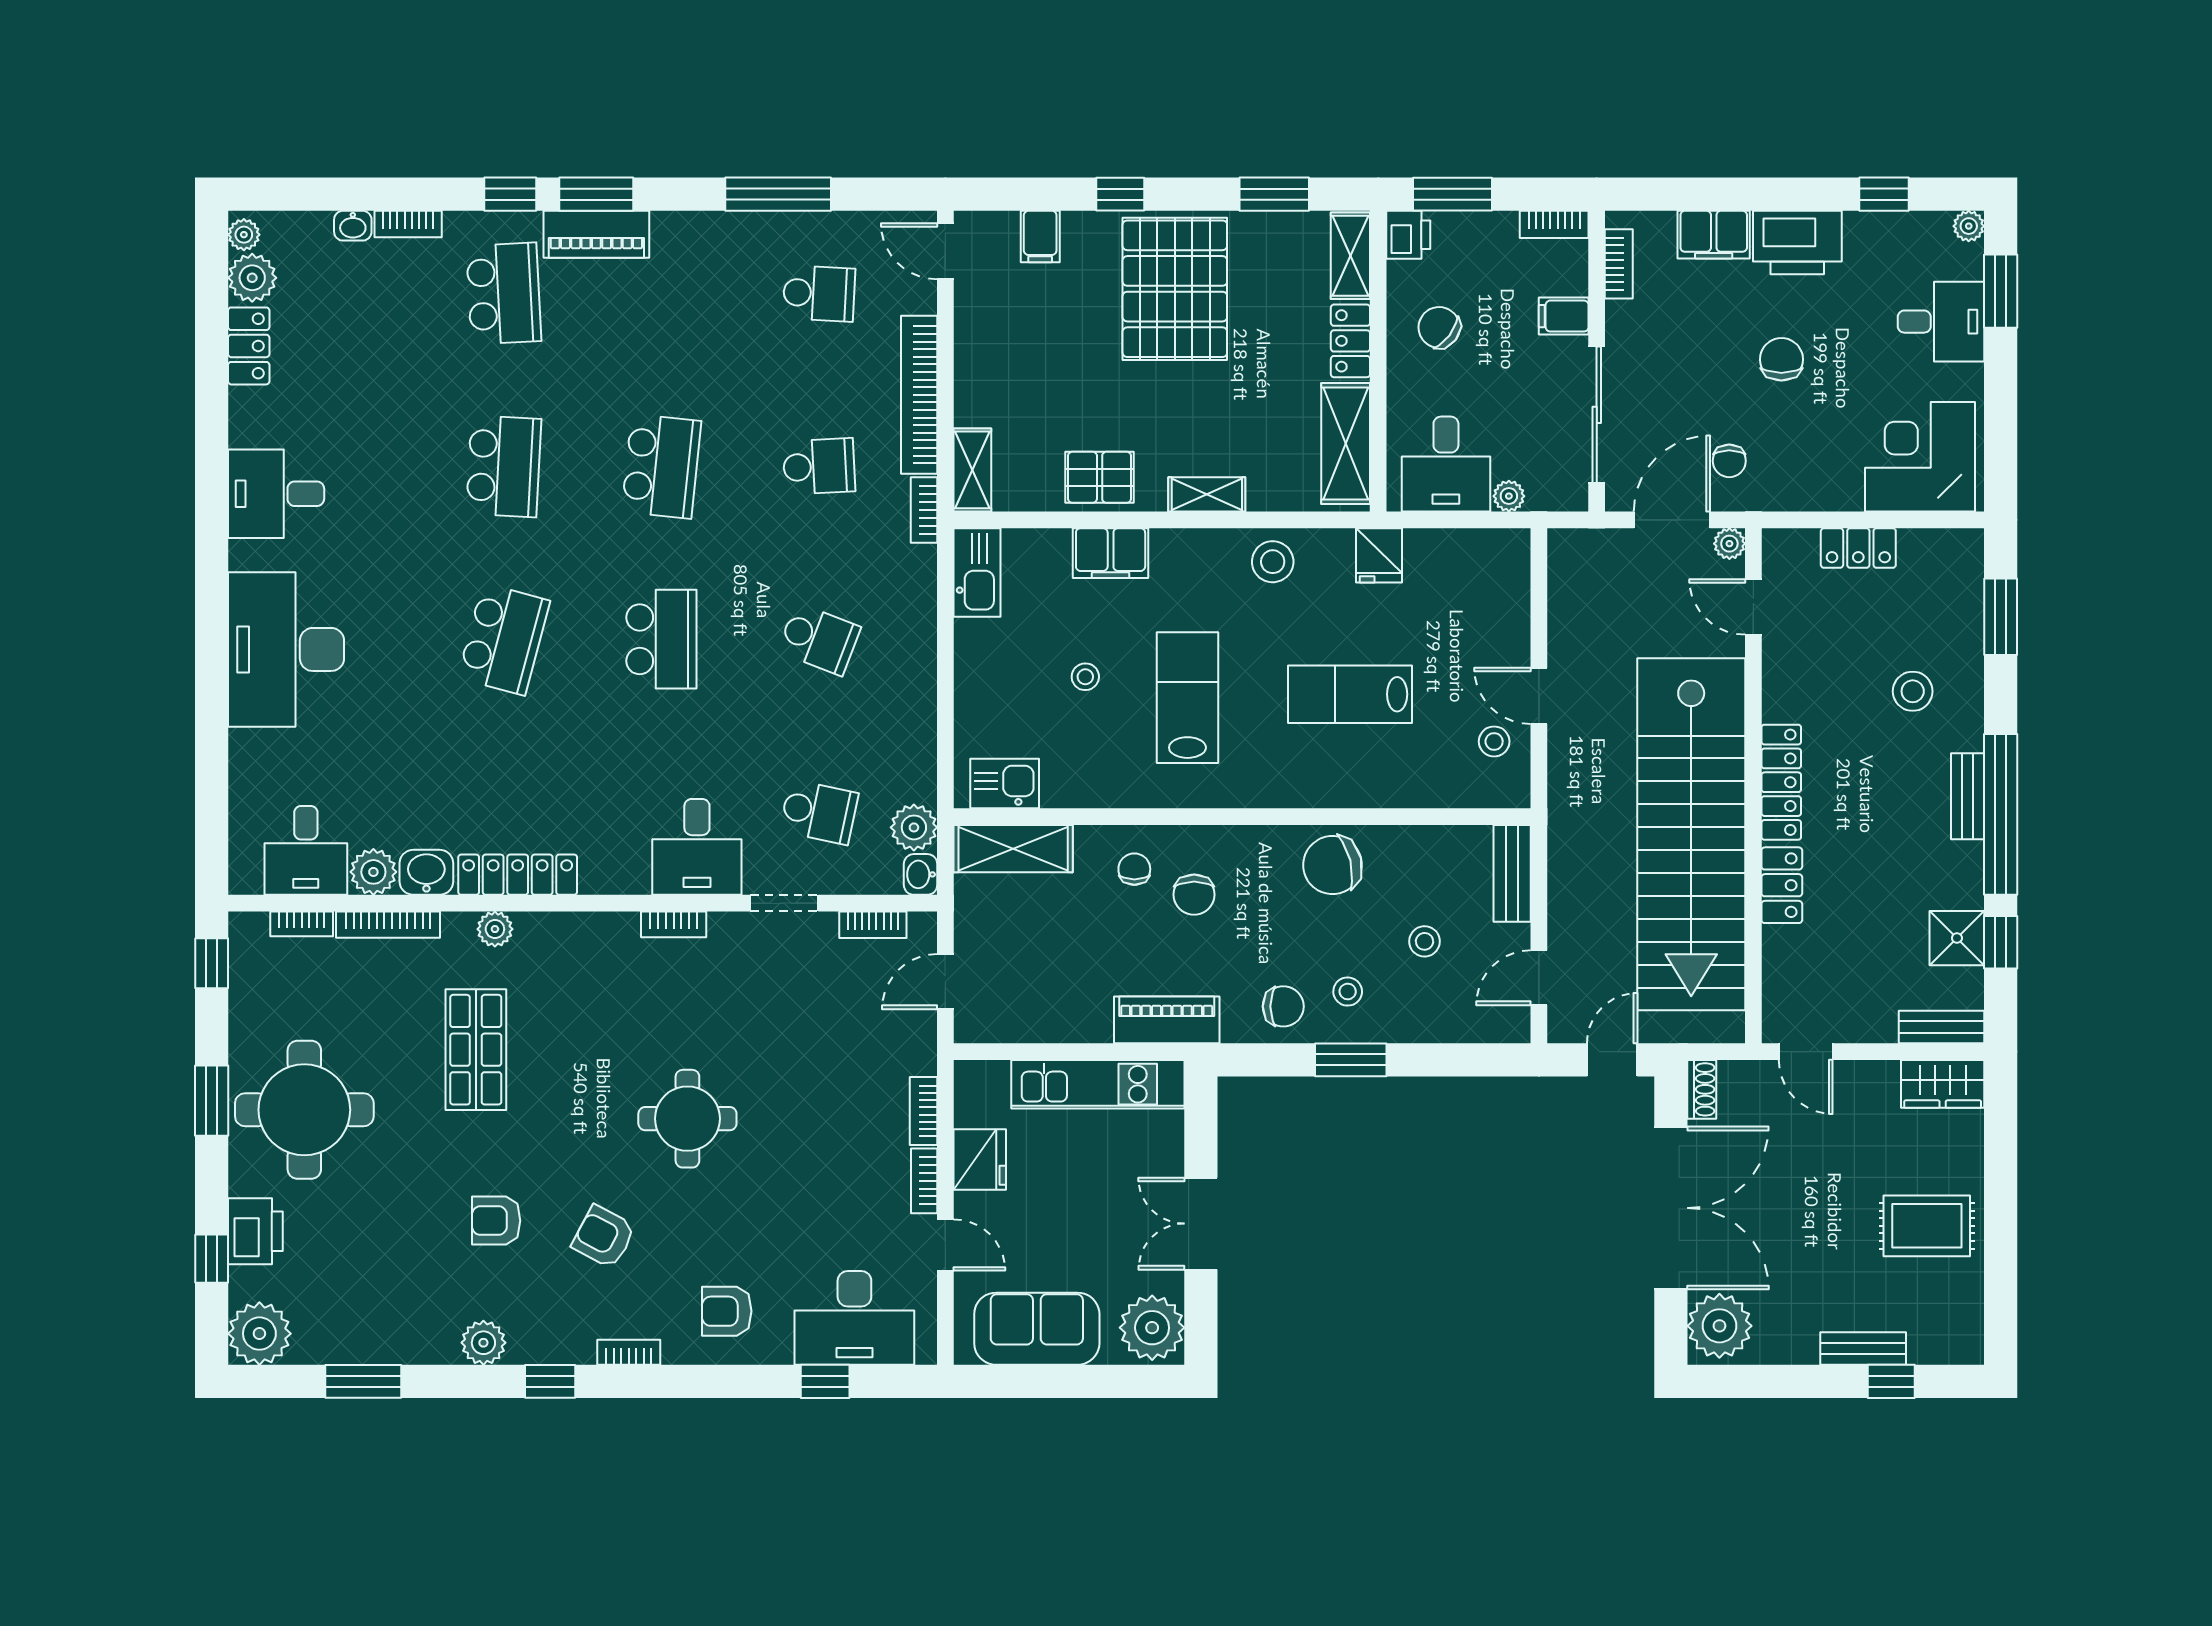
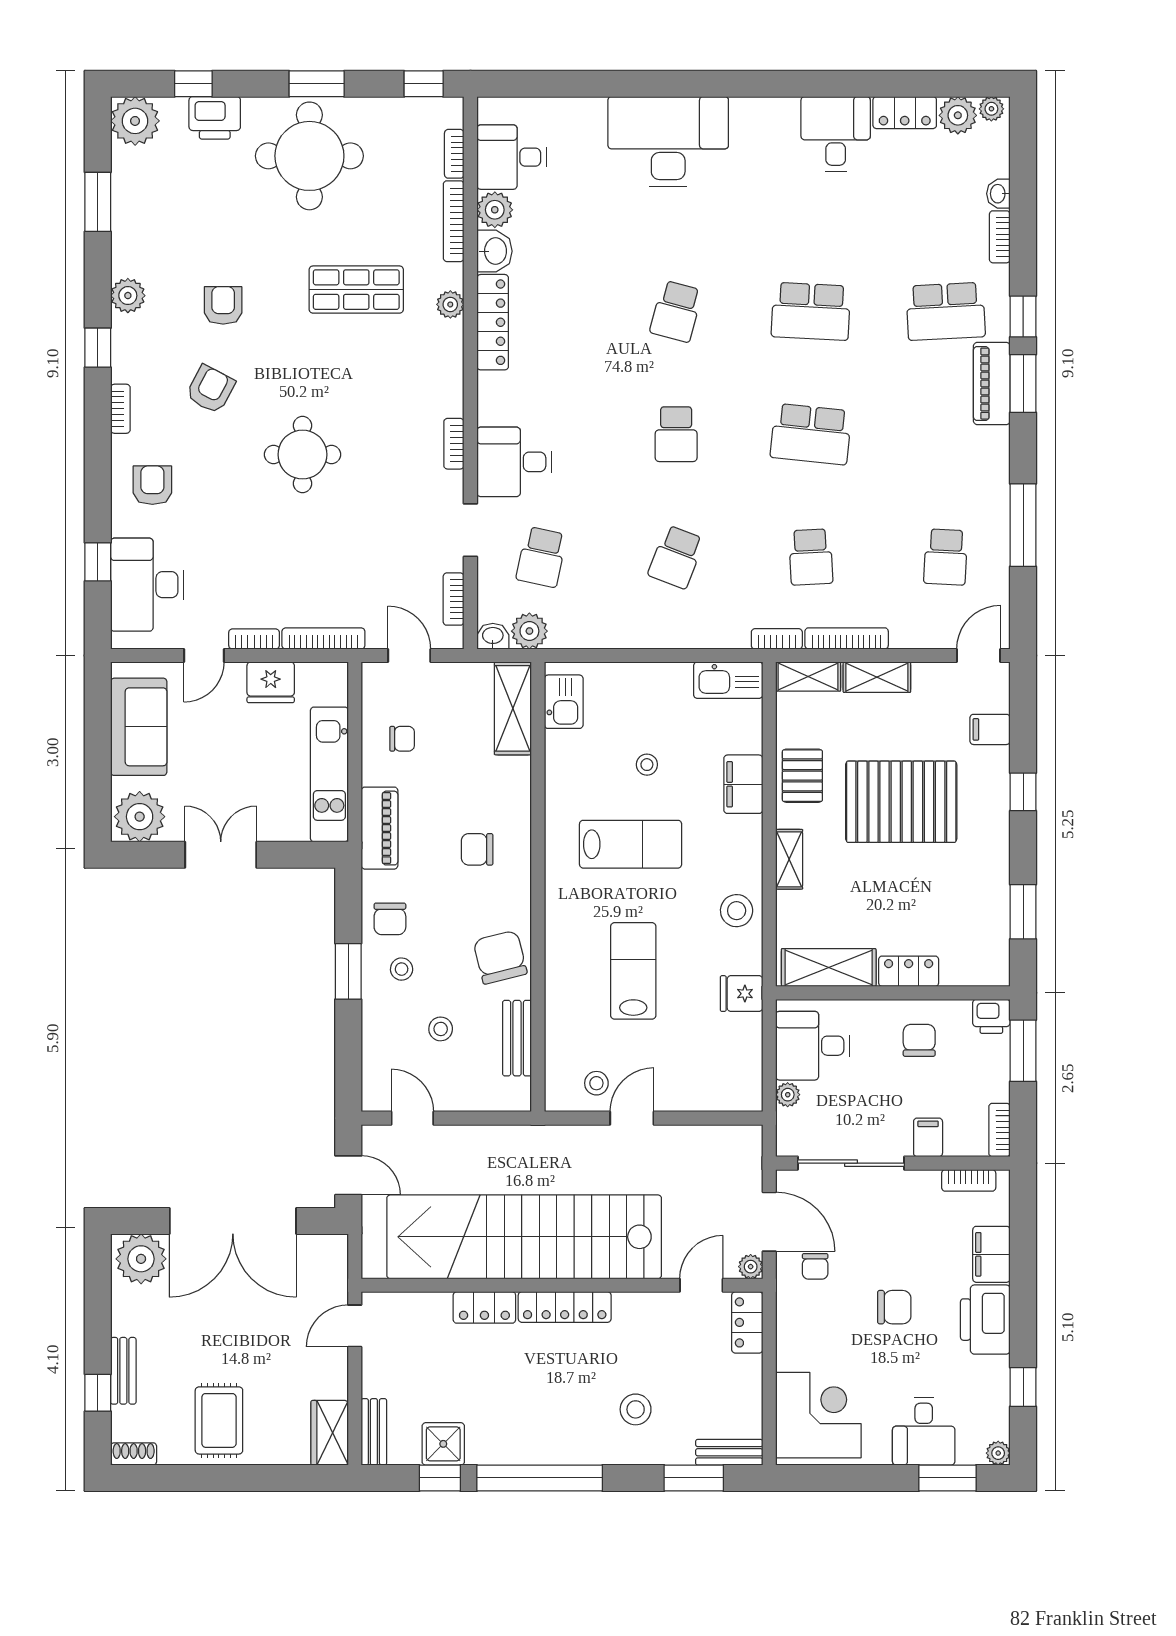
shelving: (1350, 256) -> (877, 677), moved
pallet: (1175, 289) -> (901, 802), moved
chair: (1439, 327) -> (919, 1040), turned -37
bookcase: (919, 395) -> (847, 638), width x0.68, depth x0.76
chair: (1729, 461) -> (815, 1266), turned -90
desk: (276, 494) -> (836, 134), moved
locker: (1858, 548) -> (747, 1322), moved
school desk: (504, 639) -> (676, 311), width x0.54
school desk: (661, 639) -> (676, 434), width x0.54
bench: (1968, 796) -> (729, 1452), moved
chair: (1134, 869) -> (402, 739), moved
bench: (1512, 873) -> (517, 1038), moved, turned 90
shoe rack: (1702, 1089) -> (134, 1454), moved, turned 180
bookcase: (923, 1111) -> (323, 638), width x1.56

